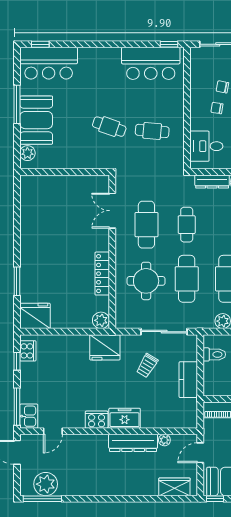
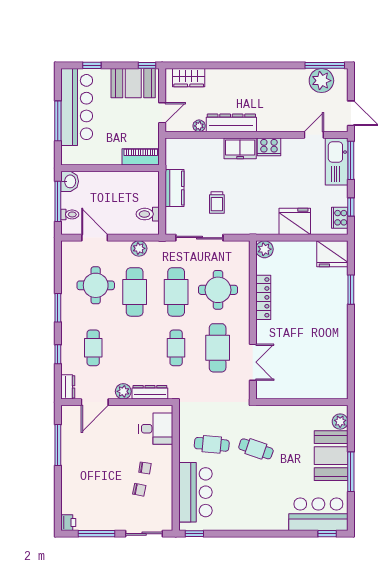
bar counter: (151, 63) -> (195, 492), moved, turned 90
fridge: (105, 347) -> (295, 221), moved
trolley: (147, 366) -> (217, 203), turned 149
kitchen sink: (29, 416) -> (337, 161), width x1.87, depth x1.24

